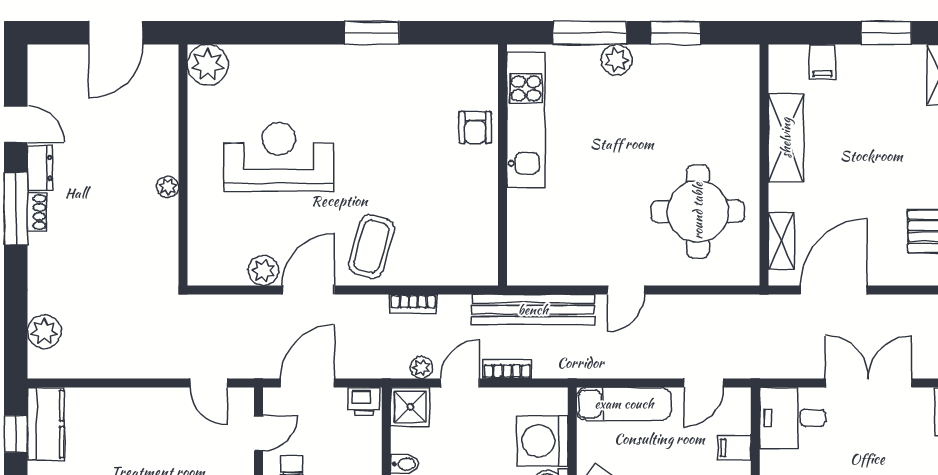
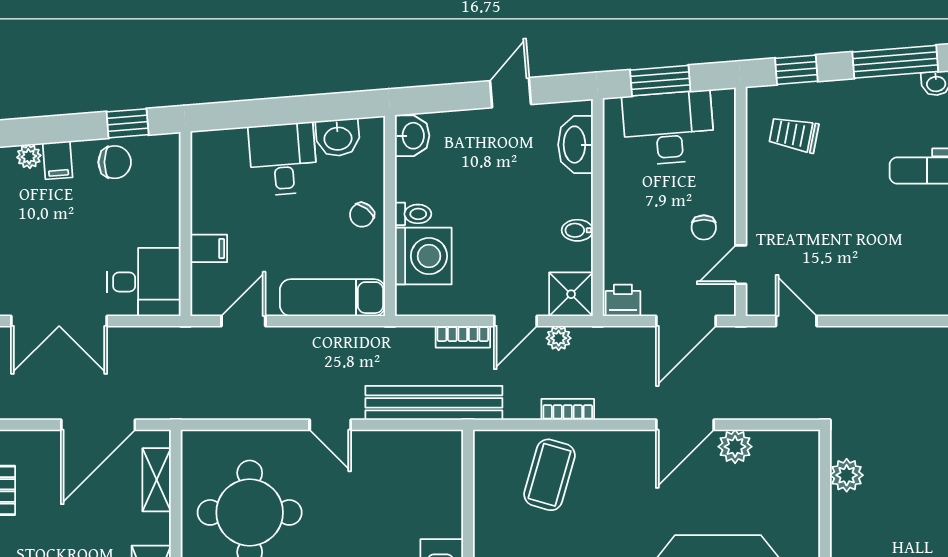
plant: (168, 187) -> (847, 475), moved, width x1.38, depth x1.38
coffee table: (371, 247) -> (550, 475), moved
door: (626, 290) -> (330, 425), swing flipped

